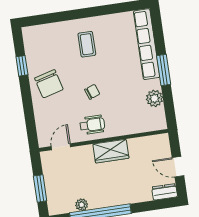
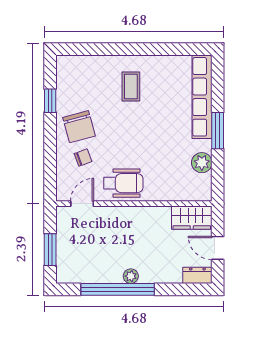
chair: (92, 92) -> (83, 158), moved
wheelchair: (92, 125) -> (123, 183), width x1.36, depth x1.37
wardrobe: (111, 151) -> (192, 218), moved
plant: (82, 205) -> (131, 276), moved

